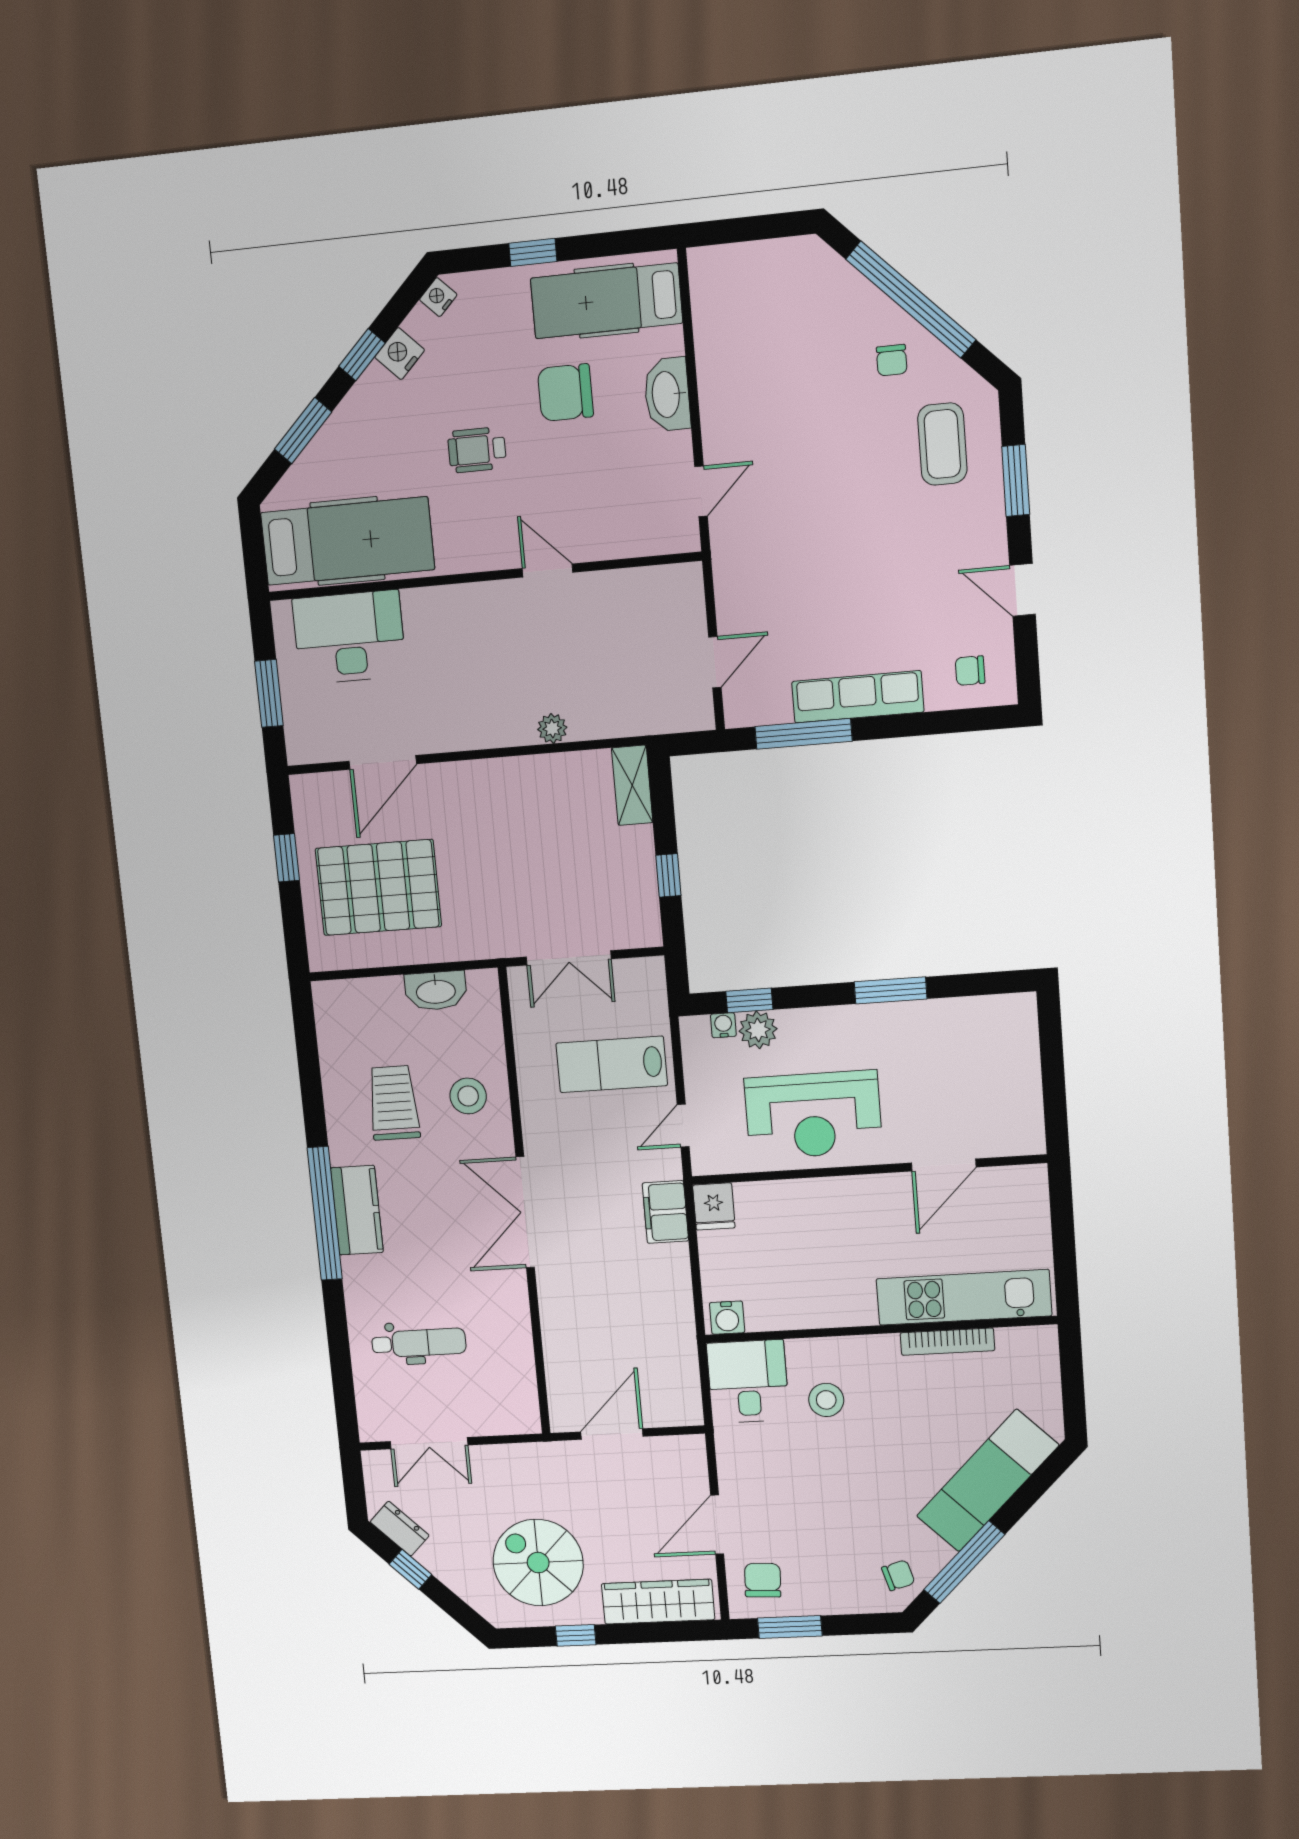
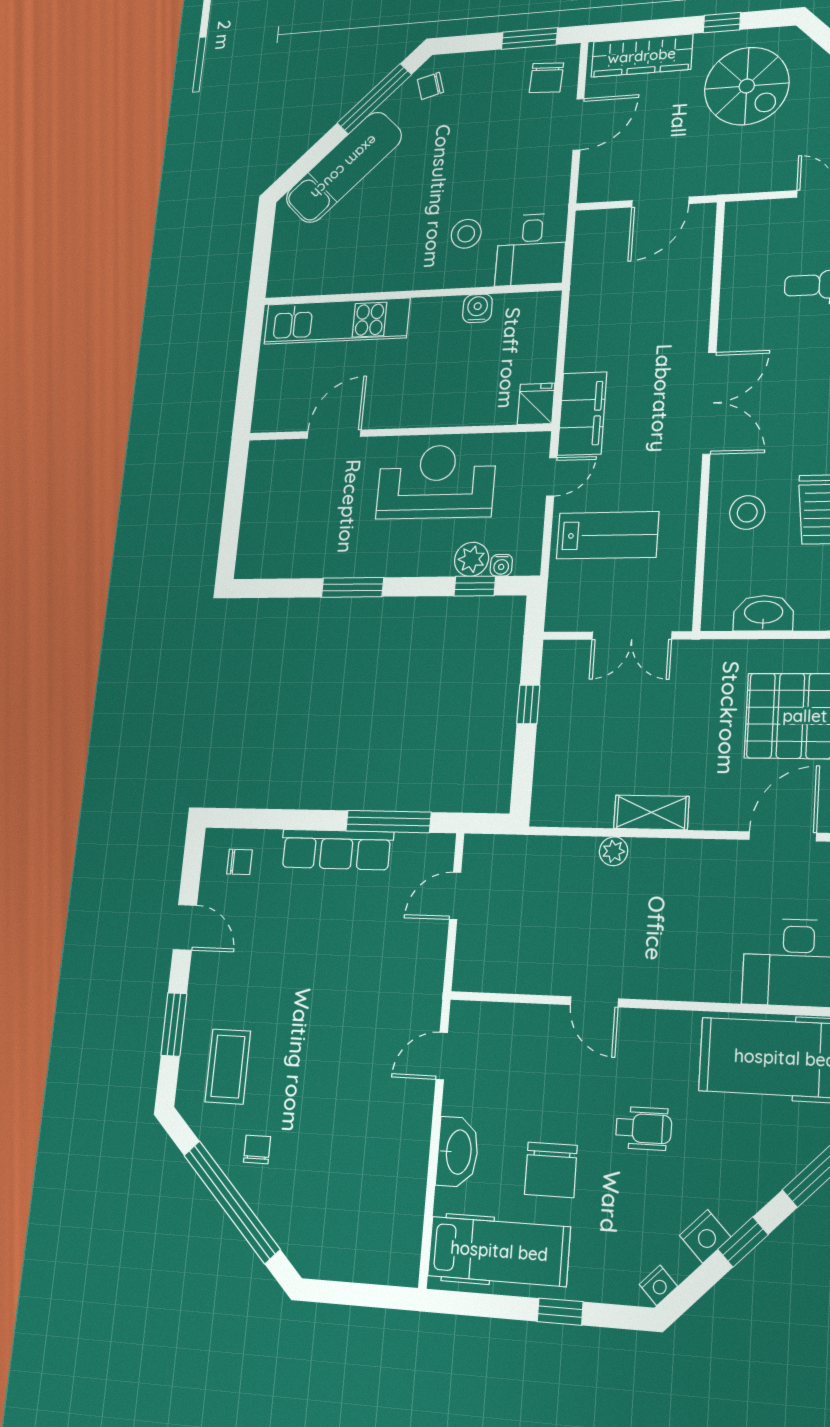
chair: (565, 393) -> (551, 1170), turned 90
shelving: (632, 785) -> (651, 812), moved, turned 90
double door: (569, 958) -> (632, 635), swing flipped
filing cabinet: (665, 1212) -> (582, 414), width x1.50, depth x1.17
water cooler: (727, 1318) -> (477, 308), moved
bookcase: (947, 1342) -> (357, 284), removed

